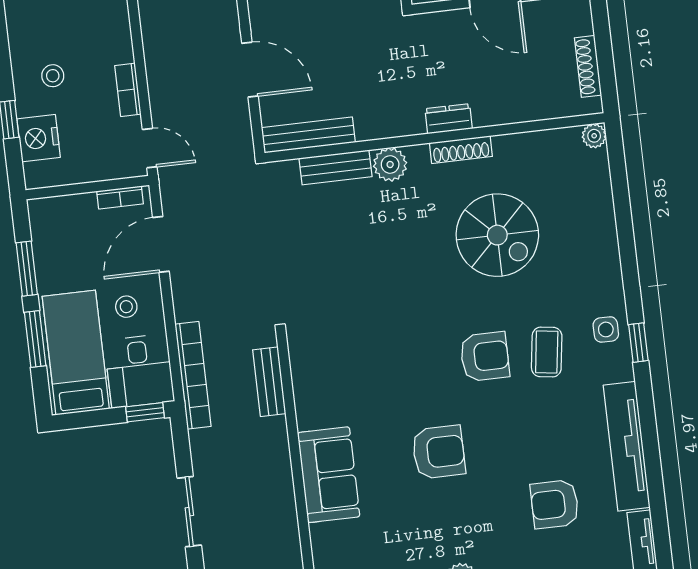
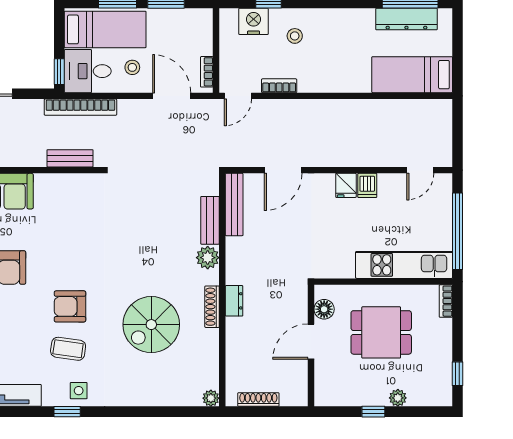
armchair: (485, 356) -> (70, 306), turned 90

